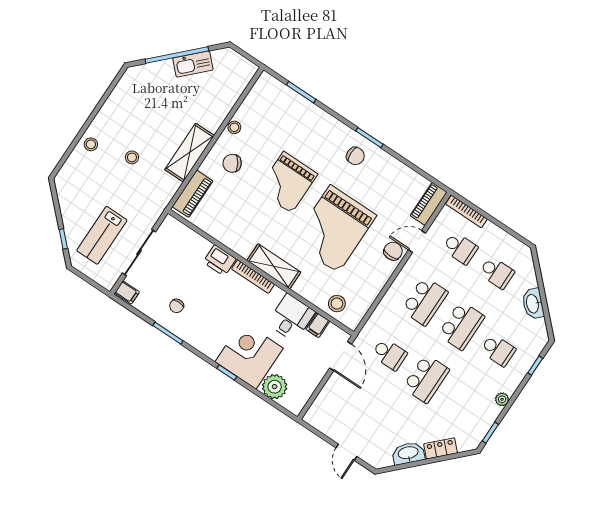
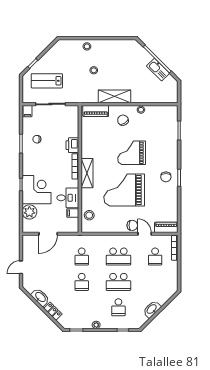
school desk: (497, 273) -> (155, 282), removed
door: (341, 356) -> (48, 234), moved
school desk: (426, 379) -> (82, 282), width x0.54

